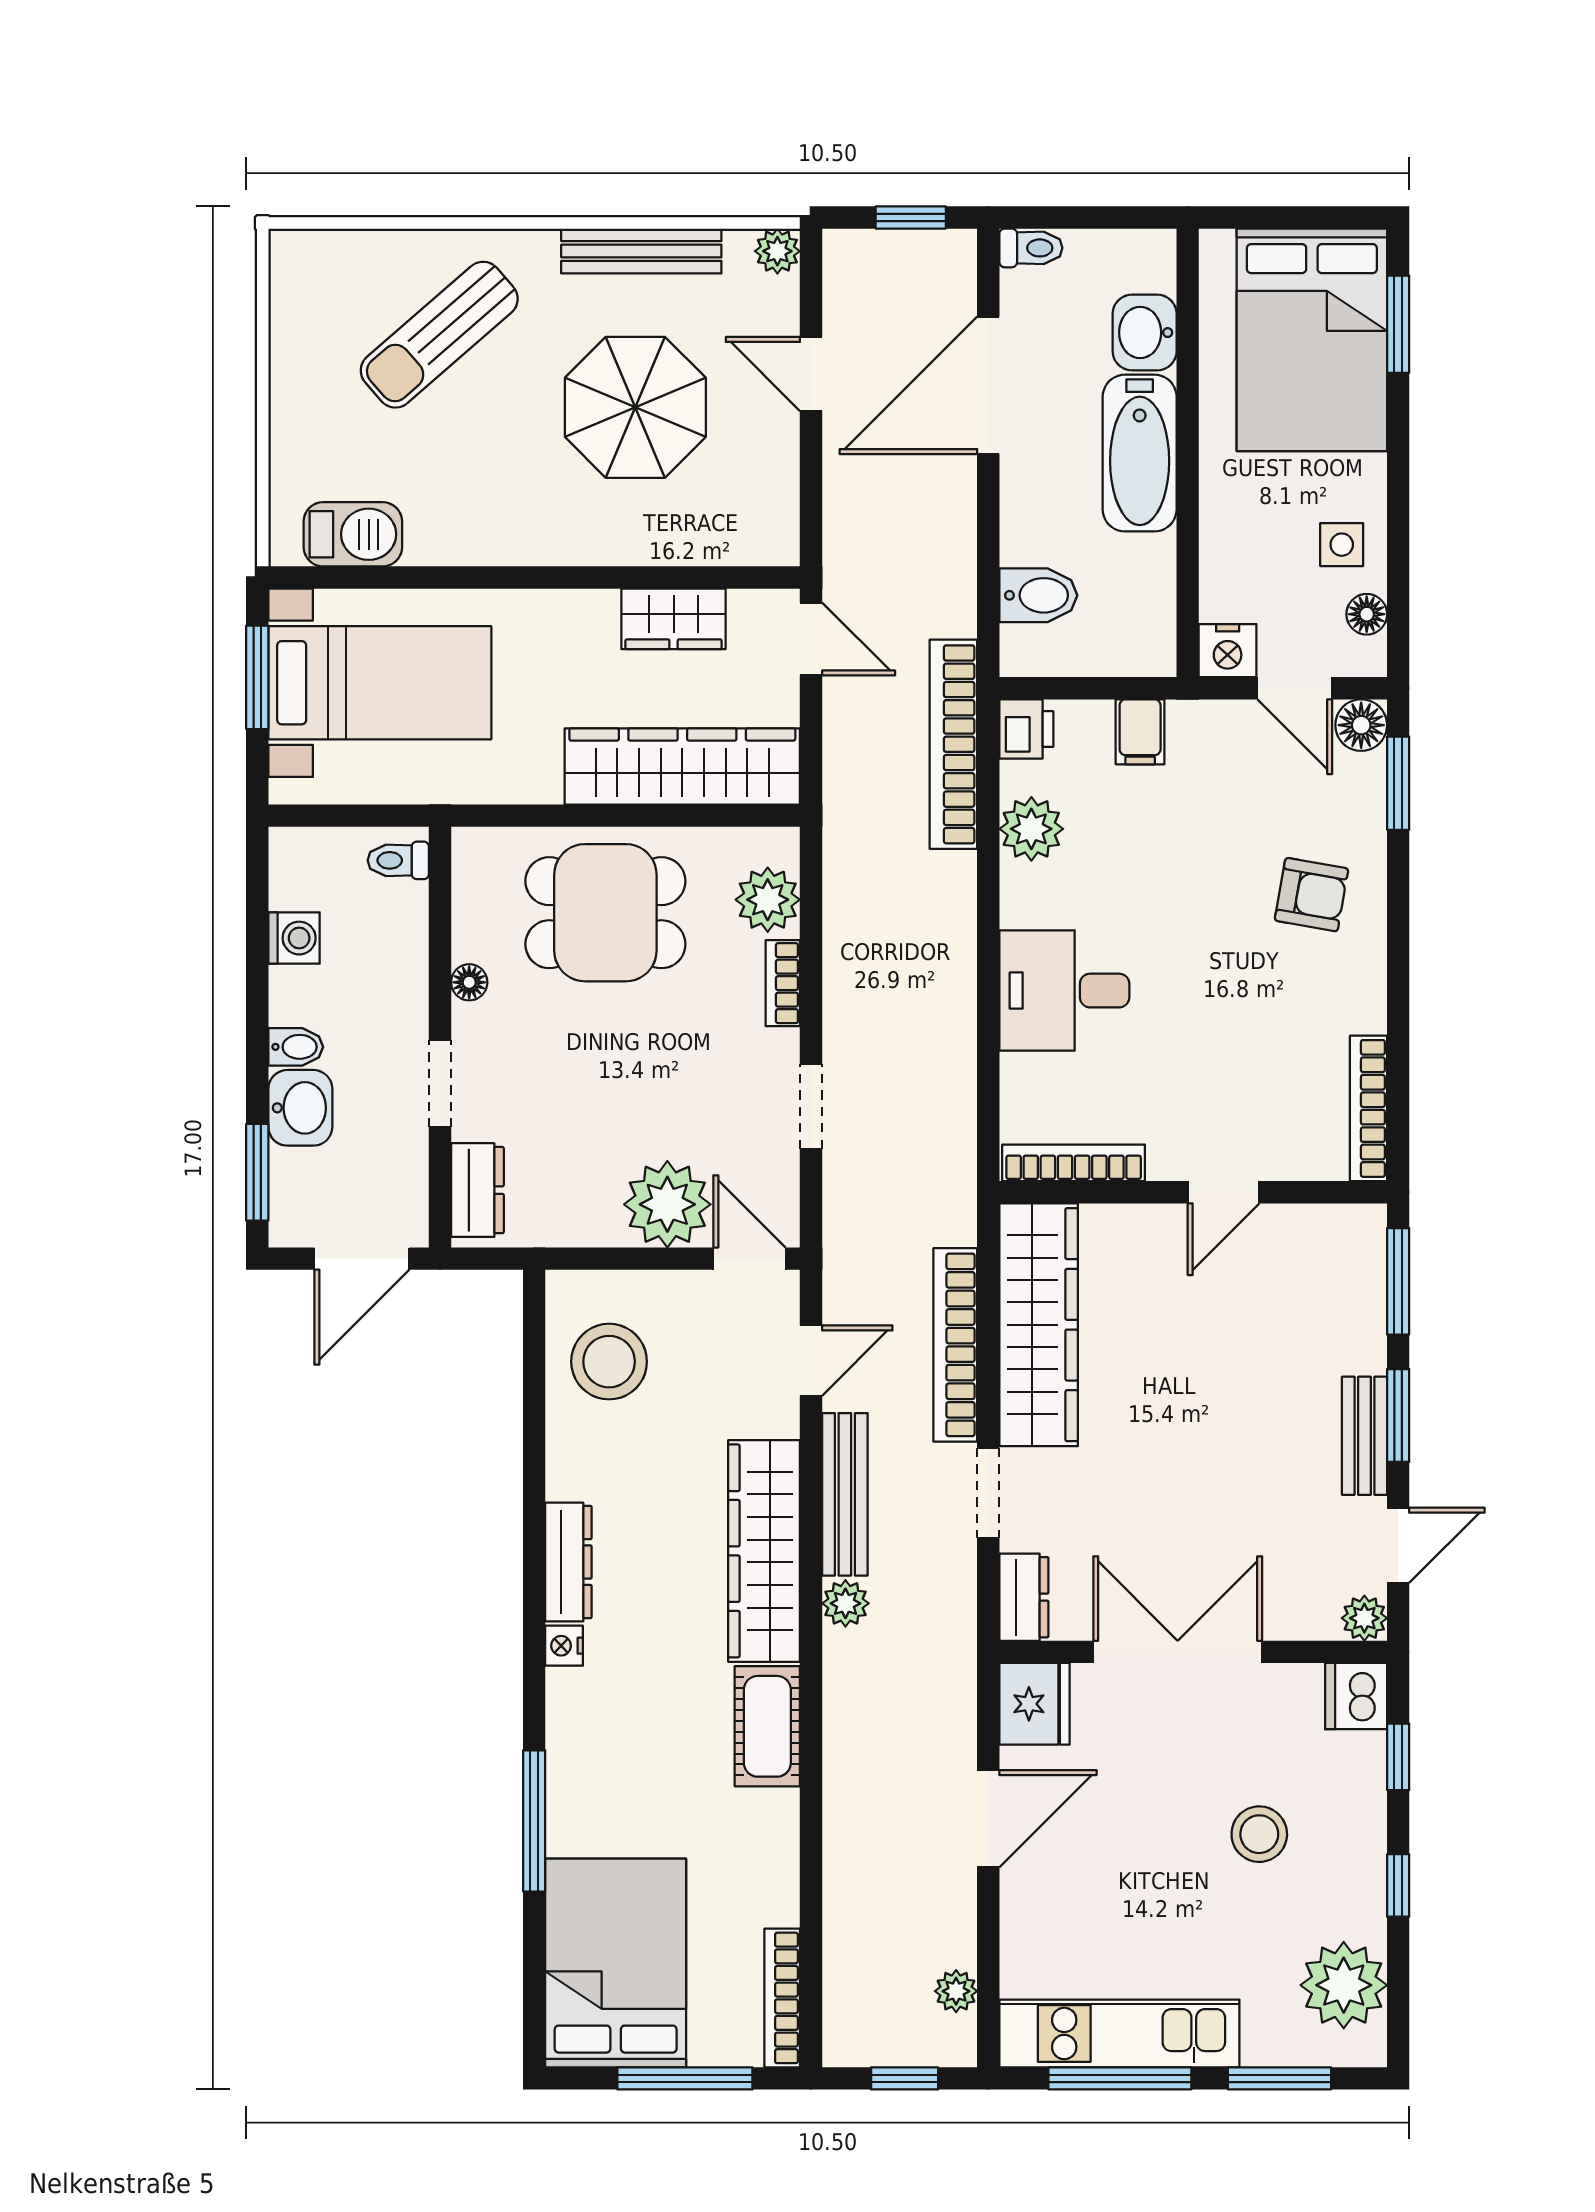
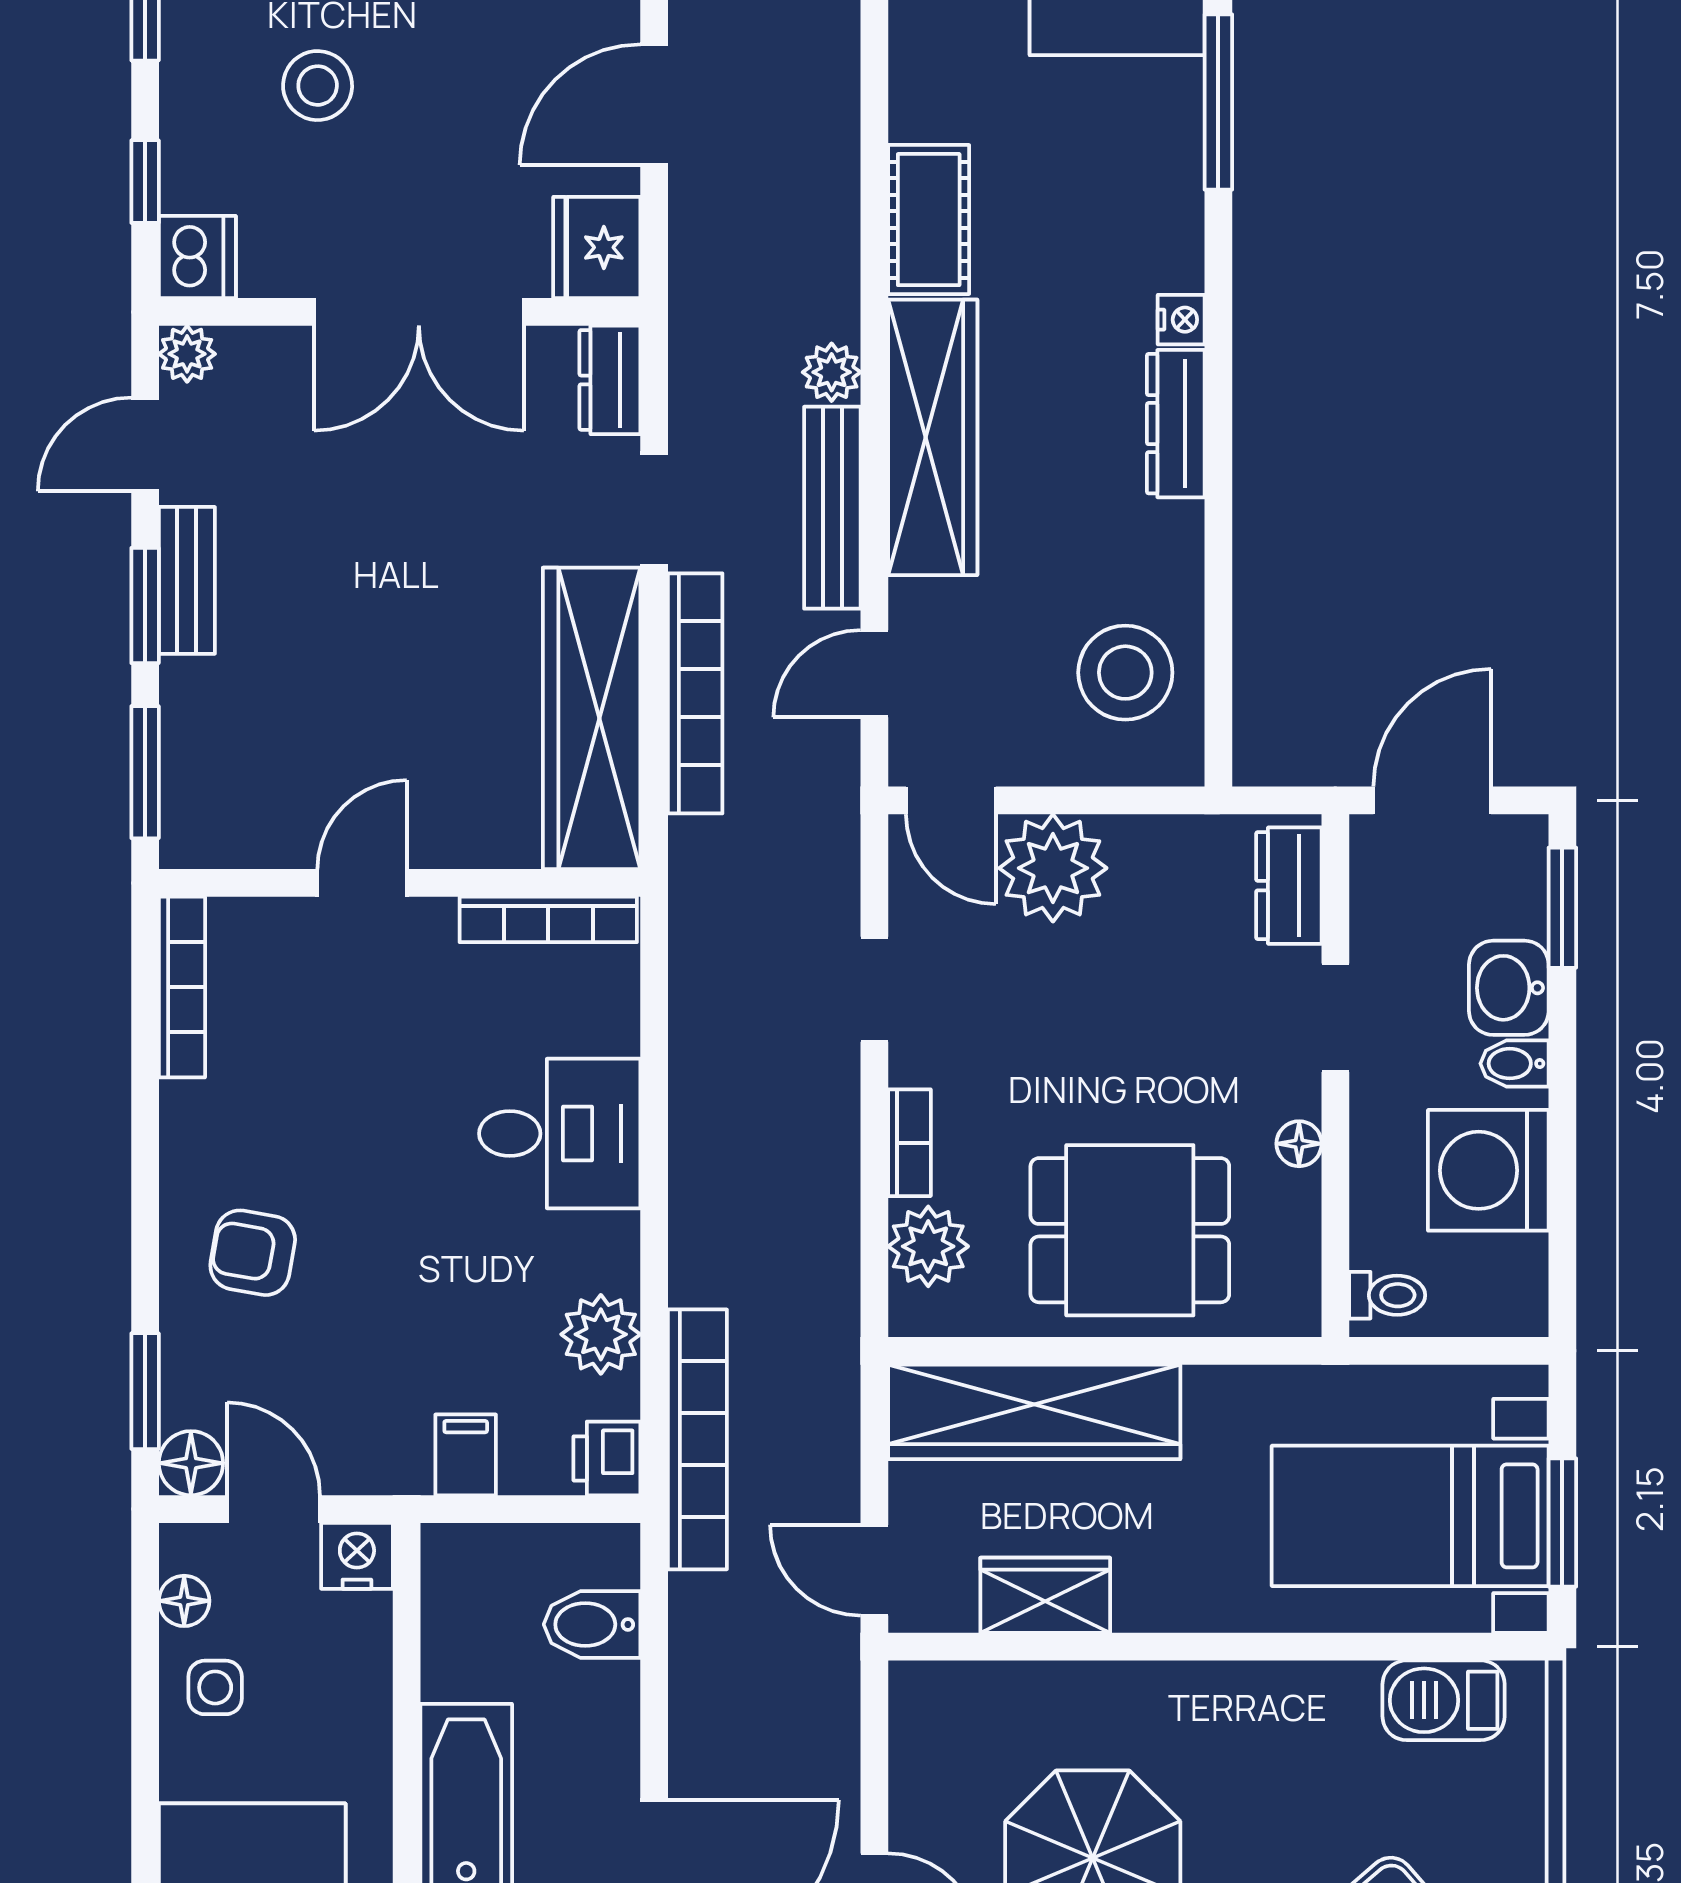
washing machine: (294, 938) -> (1488, 1170), width x1.89, depth x1.89

